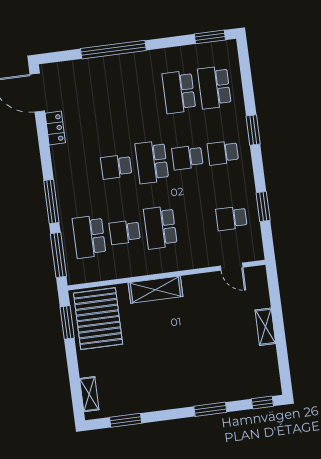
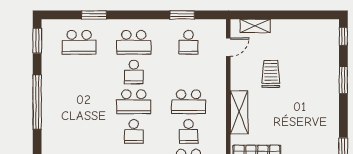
window: (113, 50) -> (37, 102), moved
school desk: (179, 92) -> (79, 72), removed
window: (253, 130) -> (94, 15), moved
school desk: (223, 153) -> (134, 42), width x1.85
trolley: (206, 322) -> (271, 74), added
shelving: (265, 327) -> (255, 26), moved

